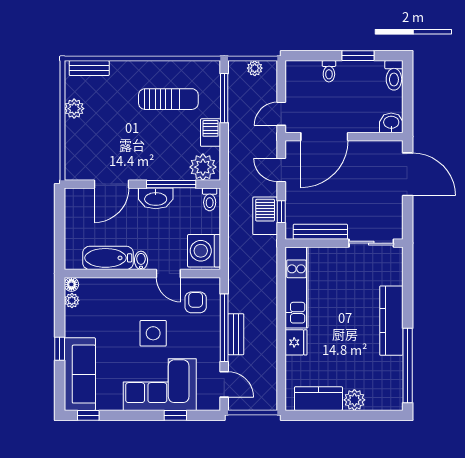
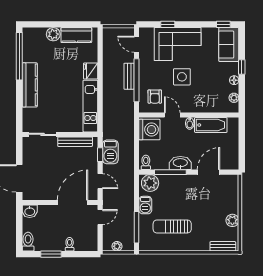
floor lamp: (71, 284) -> (234, 80), moved
sofa: (80, 374) -> (229, 45), width x0.73

